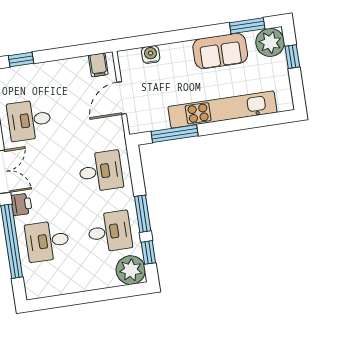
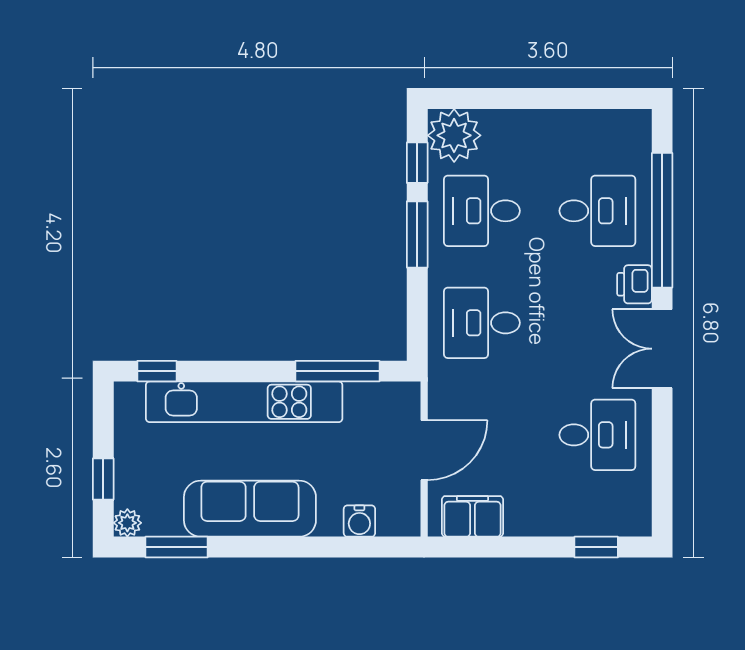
plant: (270, 42) -> (127, 523), width x0.53, depth x0.53
sofa: (220, 51) -> (250, 509), width x1.36
filing cabinet: (98, 65) -> (472, 516), width x2.00
window: (272, 119) -> (157, 371), added

